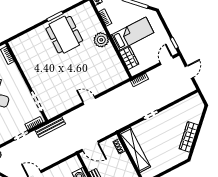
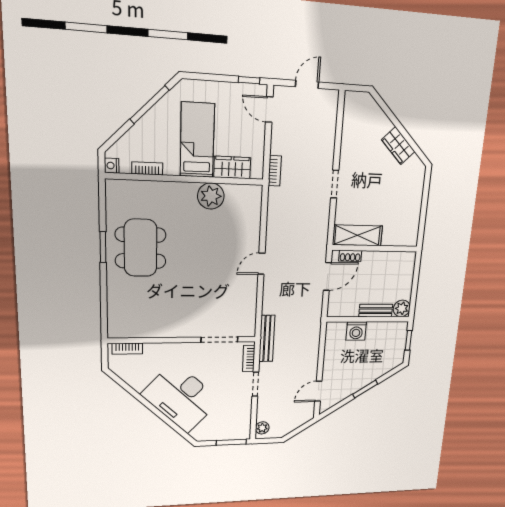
dining table: (64, 35) -> (141, 248), turned 90
plant: (101, 40) -> (211, 196), moved
door: (189, 72) -> (307, 84), hinge flipped
wardrobe: (189, 137) -> (398, 146), width x0.67
door: (90, 146) -> (327, 276), moved
shelving: (135, 150) -> (357, 235), width x0.68

